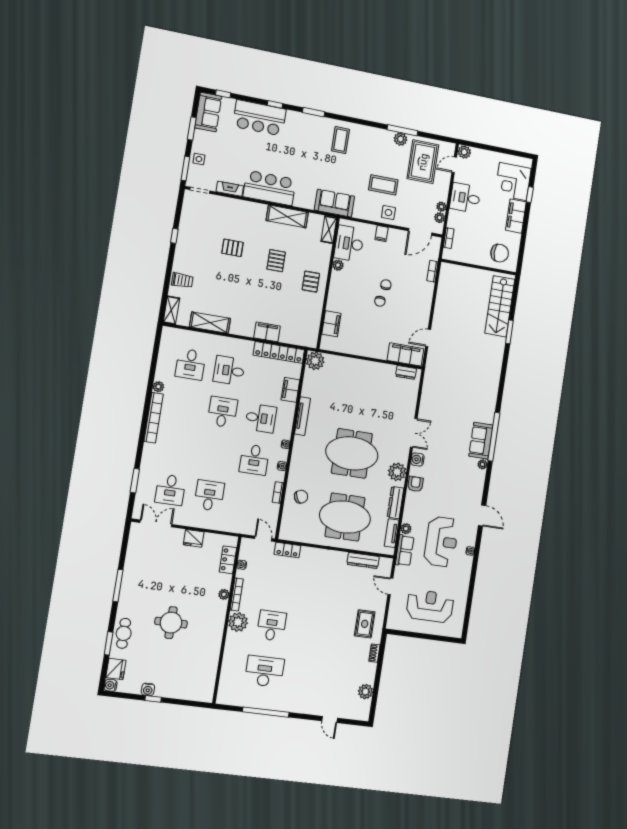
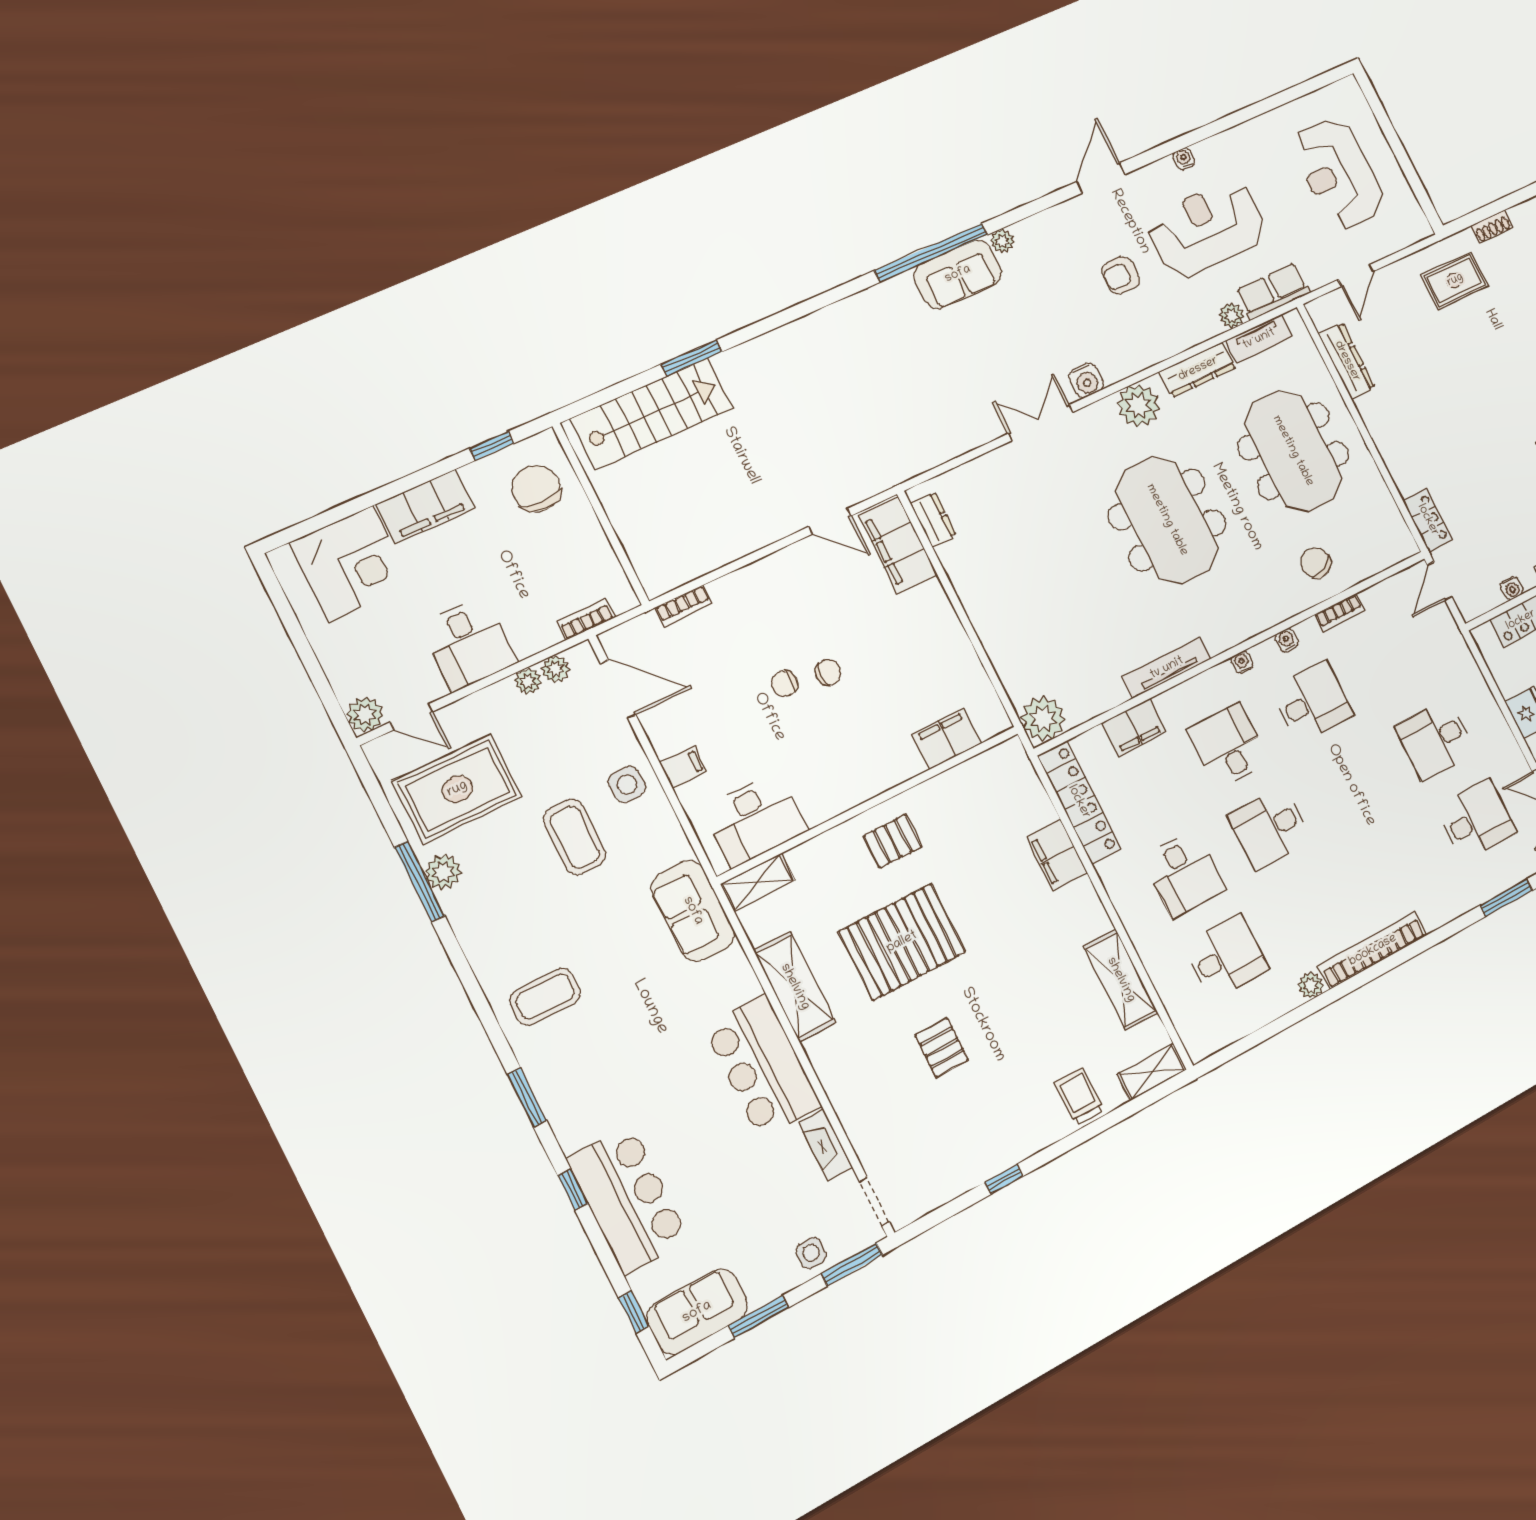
window: (530, 195) -> (492, 446), moved
pallet: (276, 261) -> (902, 942), width x2.05, depth x2.00
plant: (338, 265) -> (818, 810), removed
armchair: (415, 484) -> (1121, 275), moved

